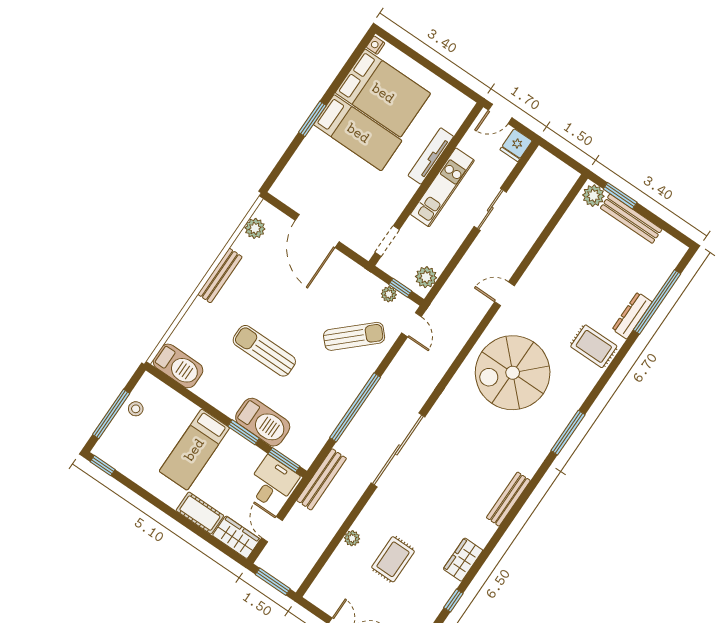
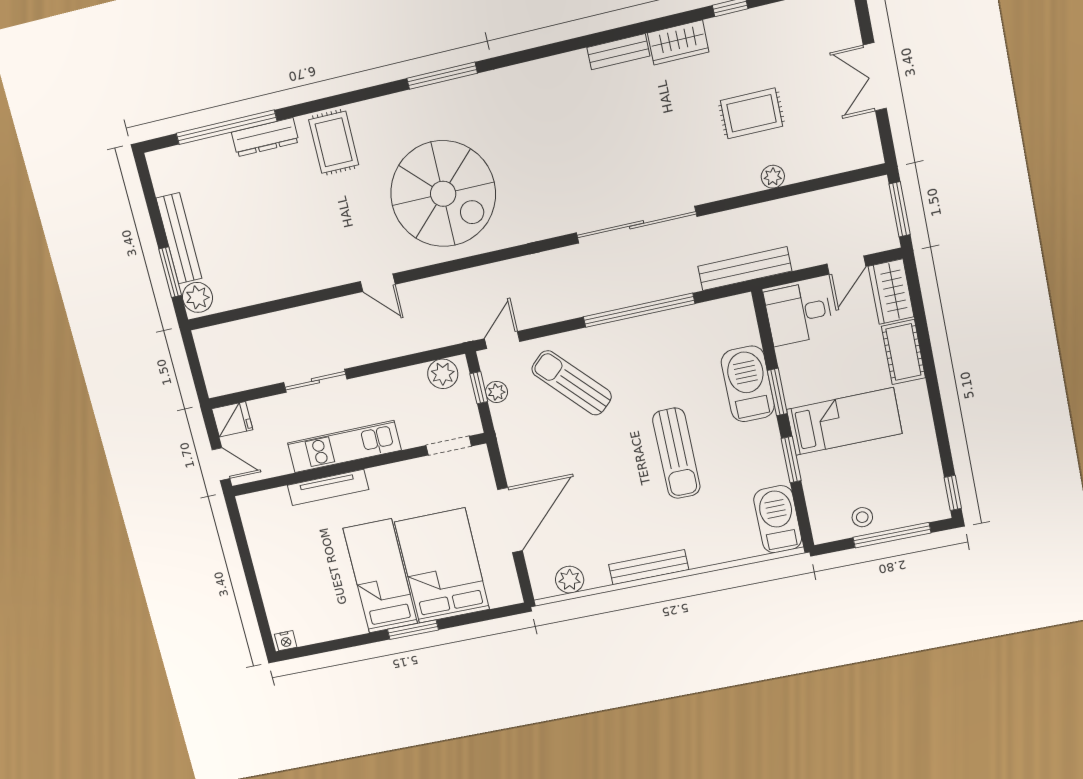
bed: (383, 93) -> (442, 566), moved
window: (284, 460) -> (791, 459), moved
bench: (508, 499) -> (618, 52), moved, width x0.73

